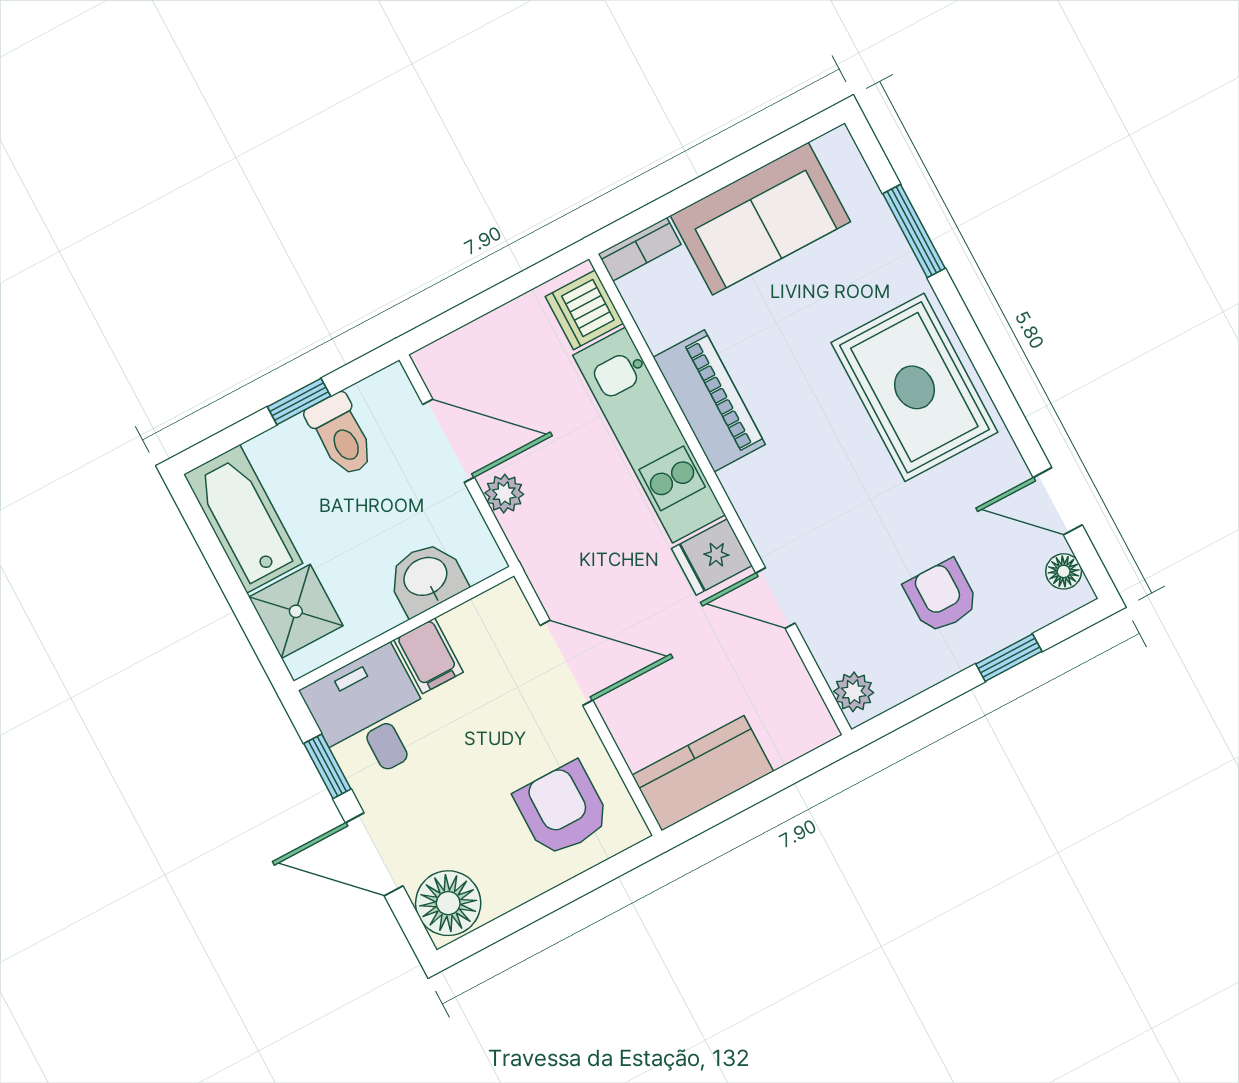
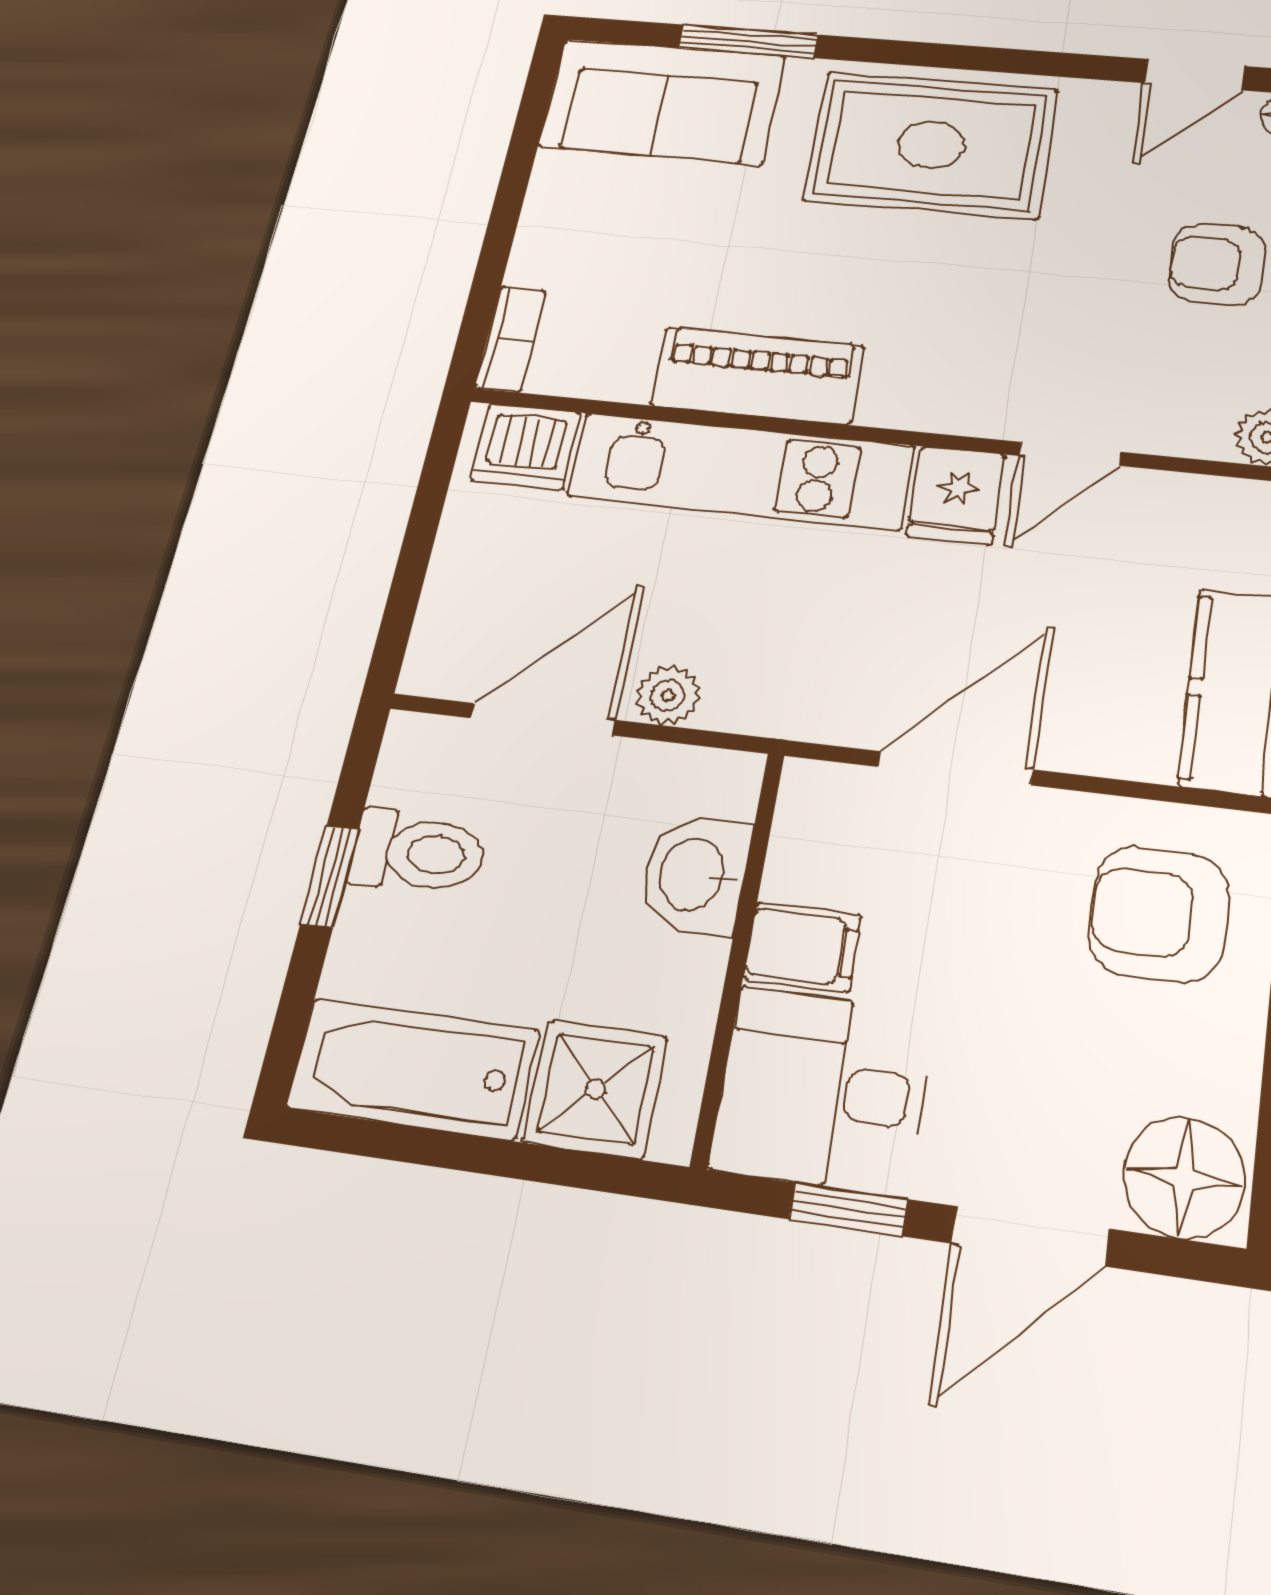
sofa: (760, 219) -> (662, 101), moved, turned 90

